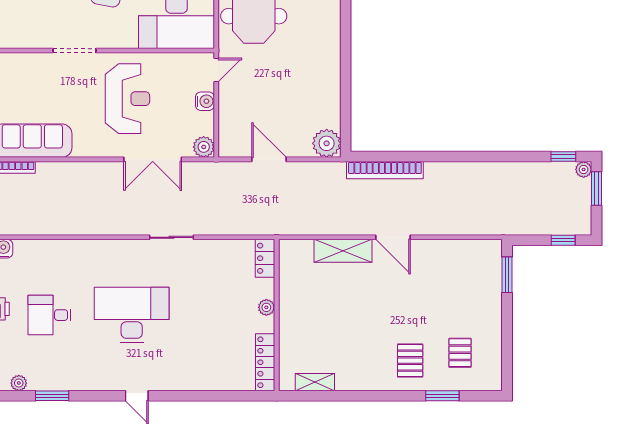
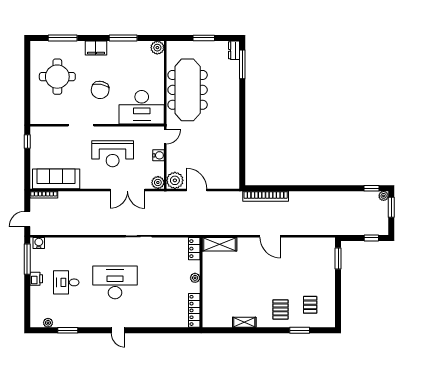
reception desk: (127, 99) -> (113, 154), turned 90
plant: (327, 143) -> (175, 180), moved
shelving: (343, 251) -> (219, 244), moved
shelving: (315, 382) -> (244, 322), moved

